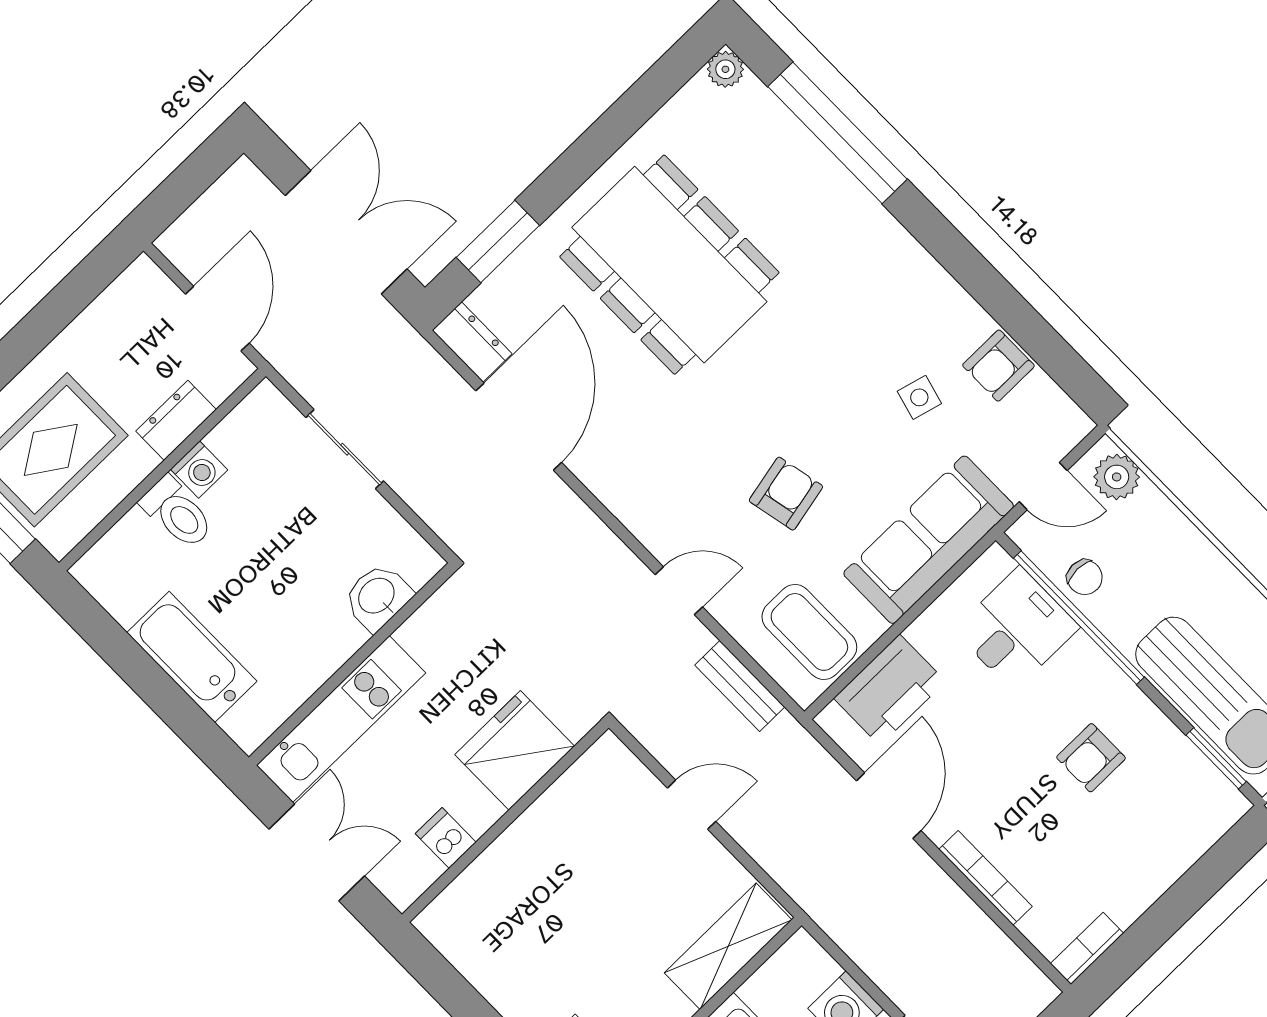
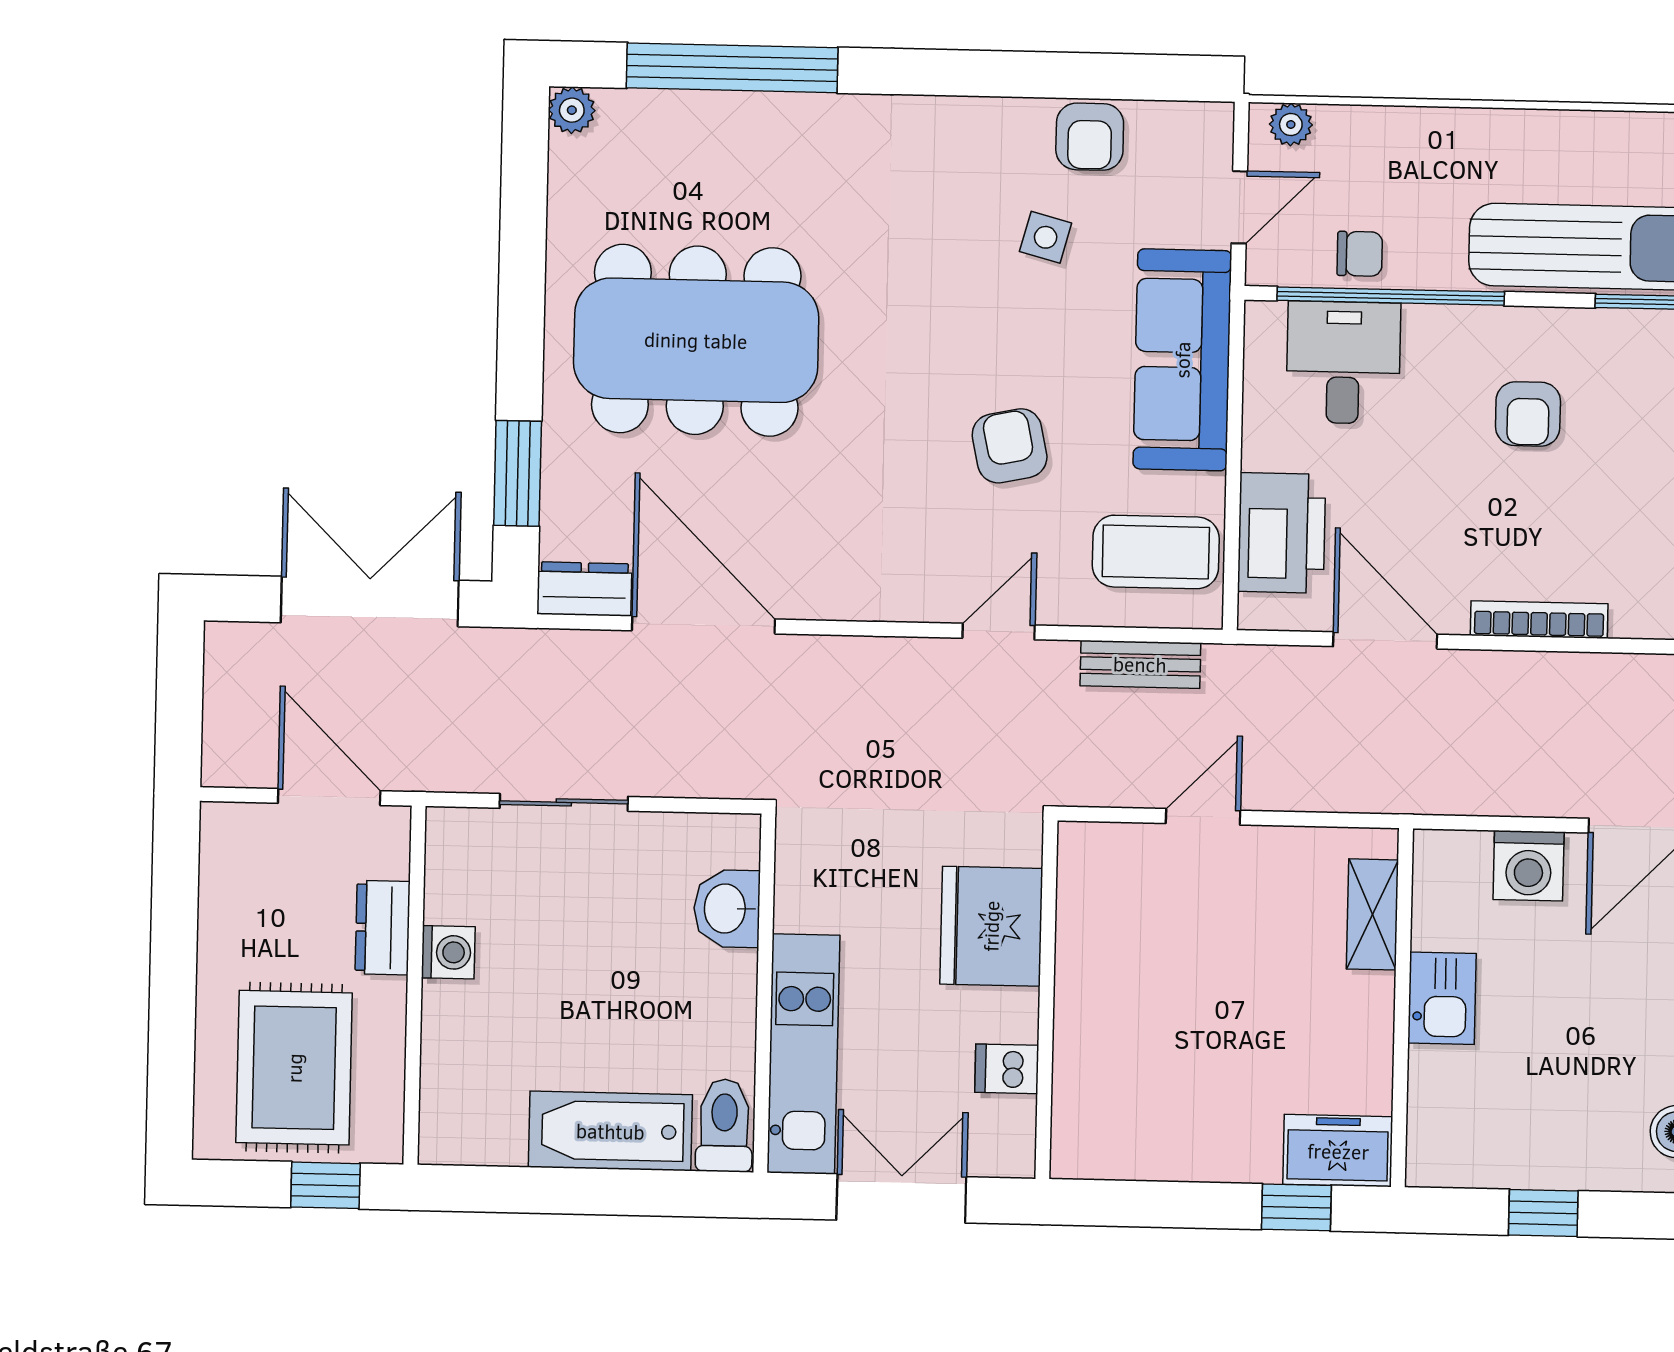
plant: (1117, 477) -> (1291, 124), width x0.73, depth x0.73
toilet: (177, 513) -> (724, 1125), moved, turned -90
shelving: (728, 946) -> (1372, 914), width x0.67, depth x0.75

